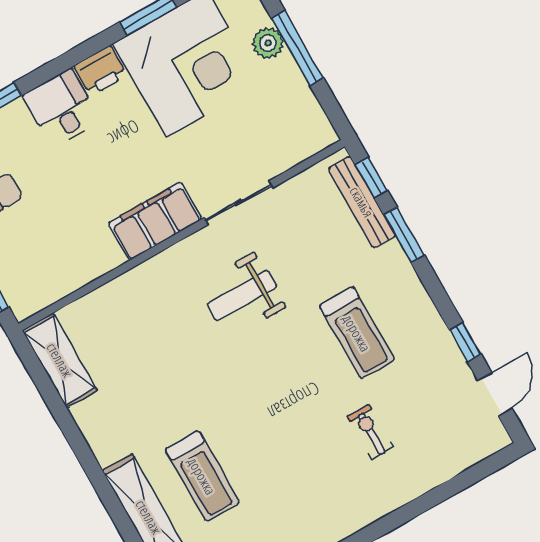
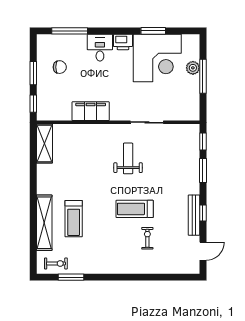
bench: (362, 202) -> (194, 215), moved
filing cabinet: (155, 221) -> (91, 111), moved
weight bench: (242, 295) -> (128, 158), turned 90
treadmill: (357, 333) -> (135, 209), moved, turned 90
window: (465, 342) -> (203, 213), moved

